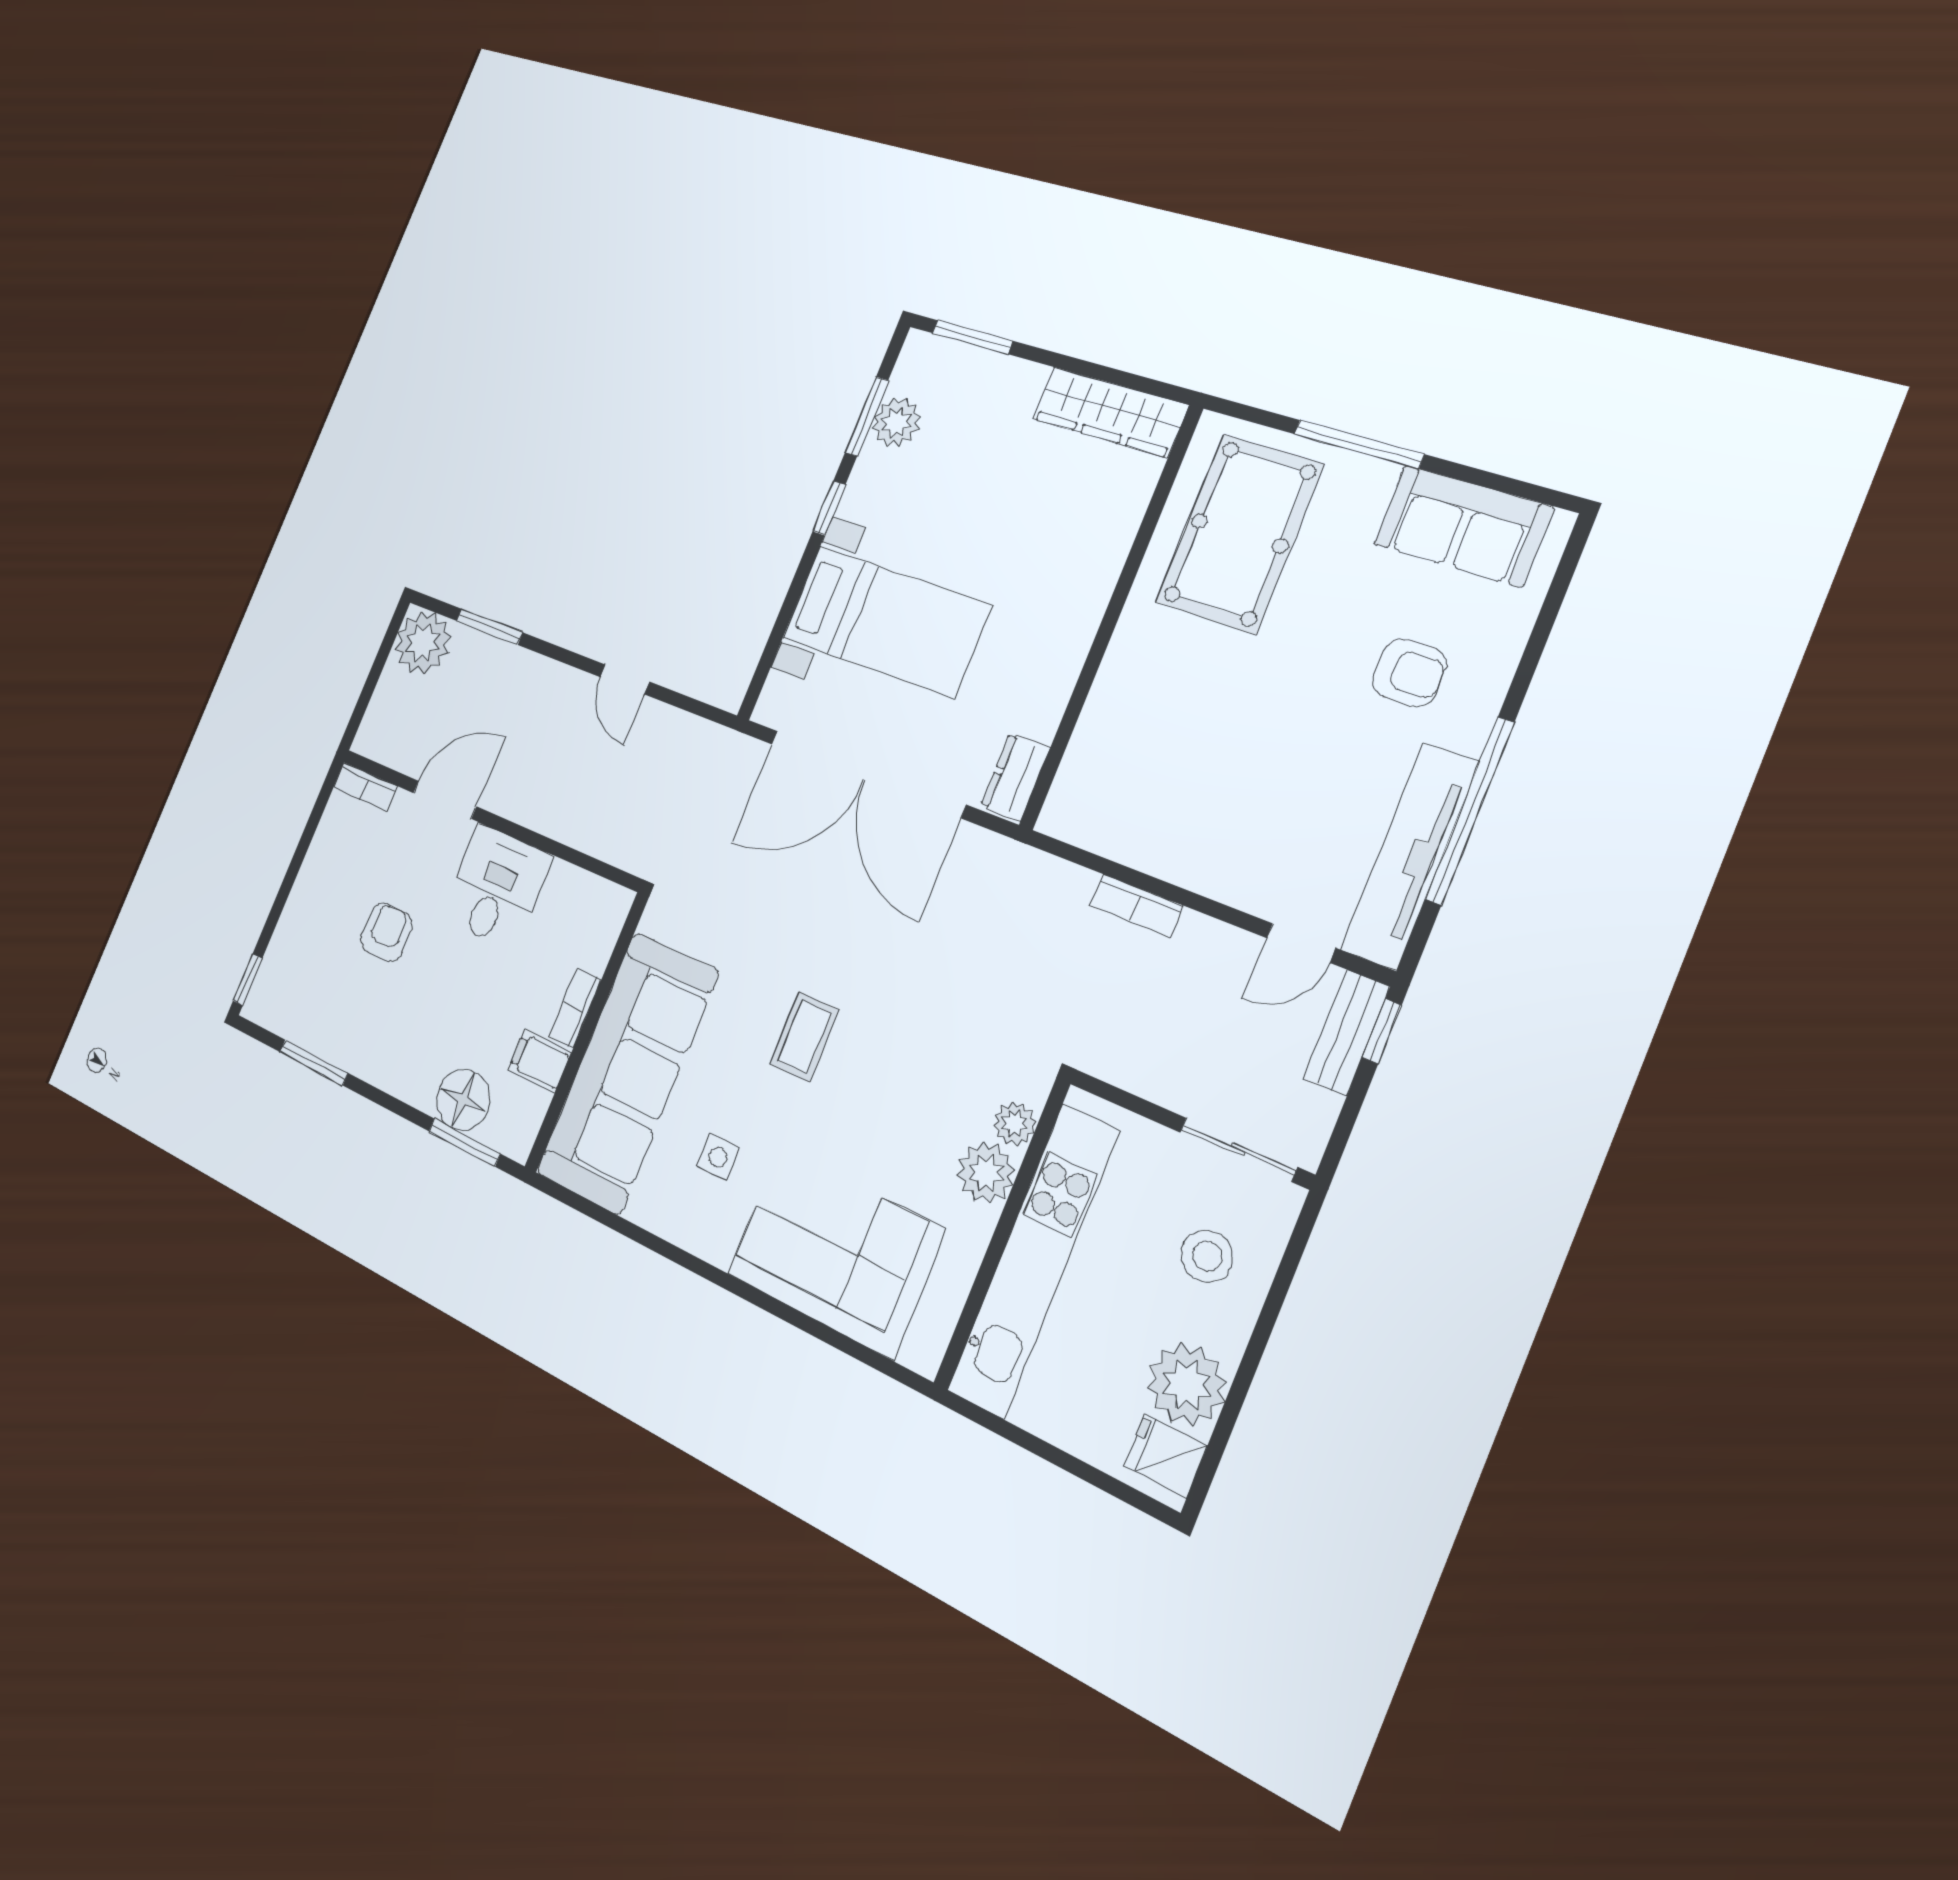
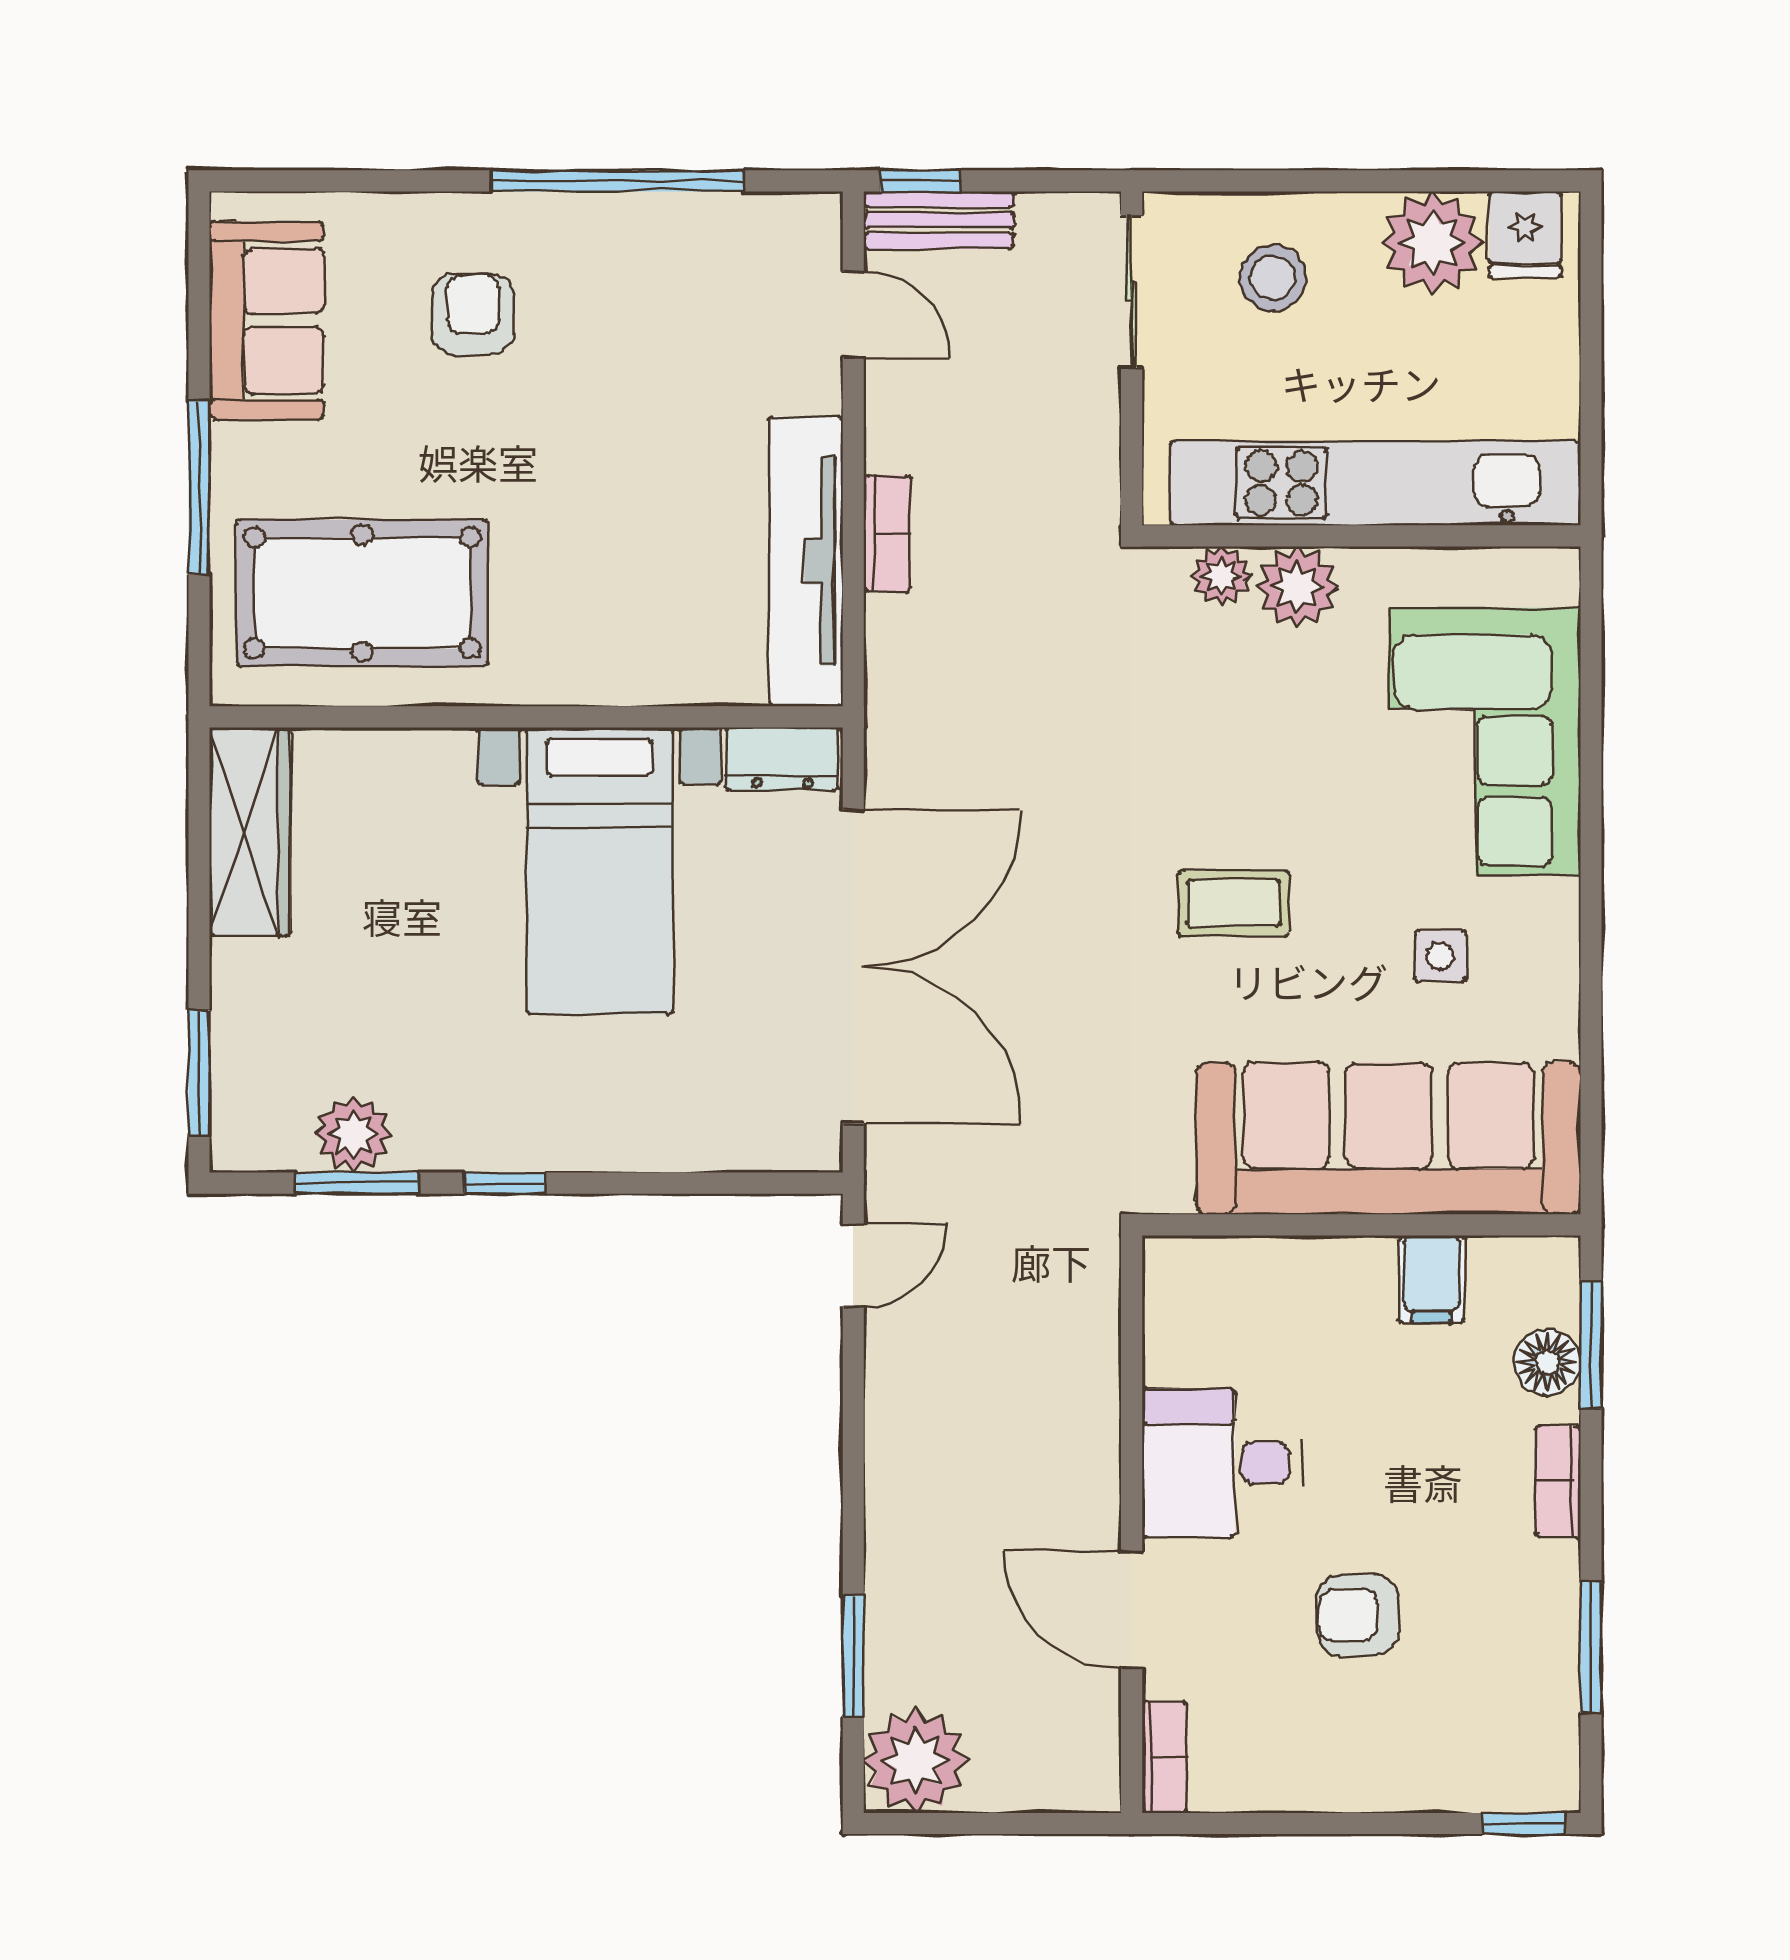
bed with nightstands: (886, 621) -> (599, 871), moved, turned 180
door: (625, 679) -> (853, 1265), moved
tv unit: (1410, 856) -> (806, 561), moved, turned 90
bookcase: (575, 1008) -> (1558, 1482), moved, turned 90
floor lamp: (463, 1100) -> (1547, 1362), width x0.73, depth x0.73

